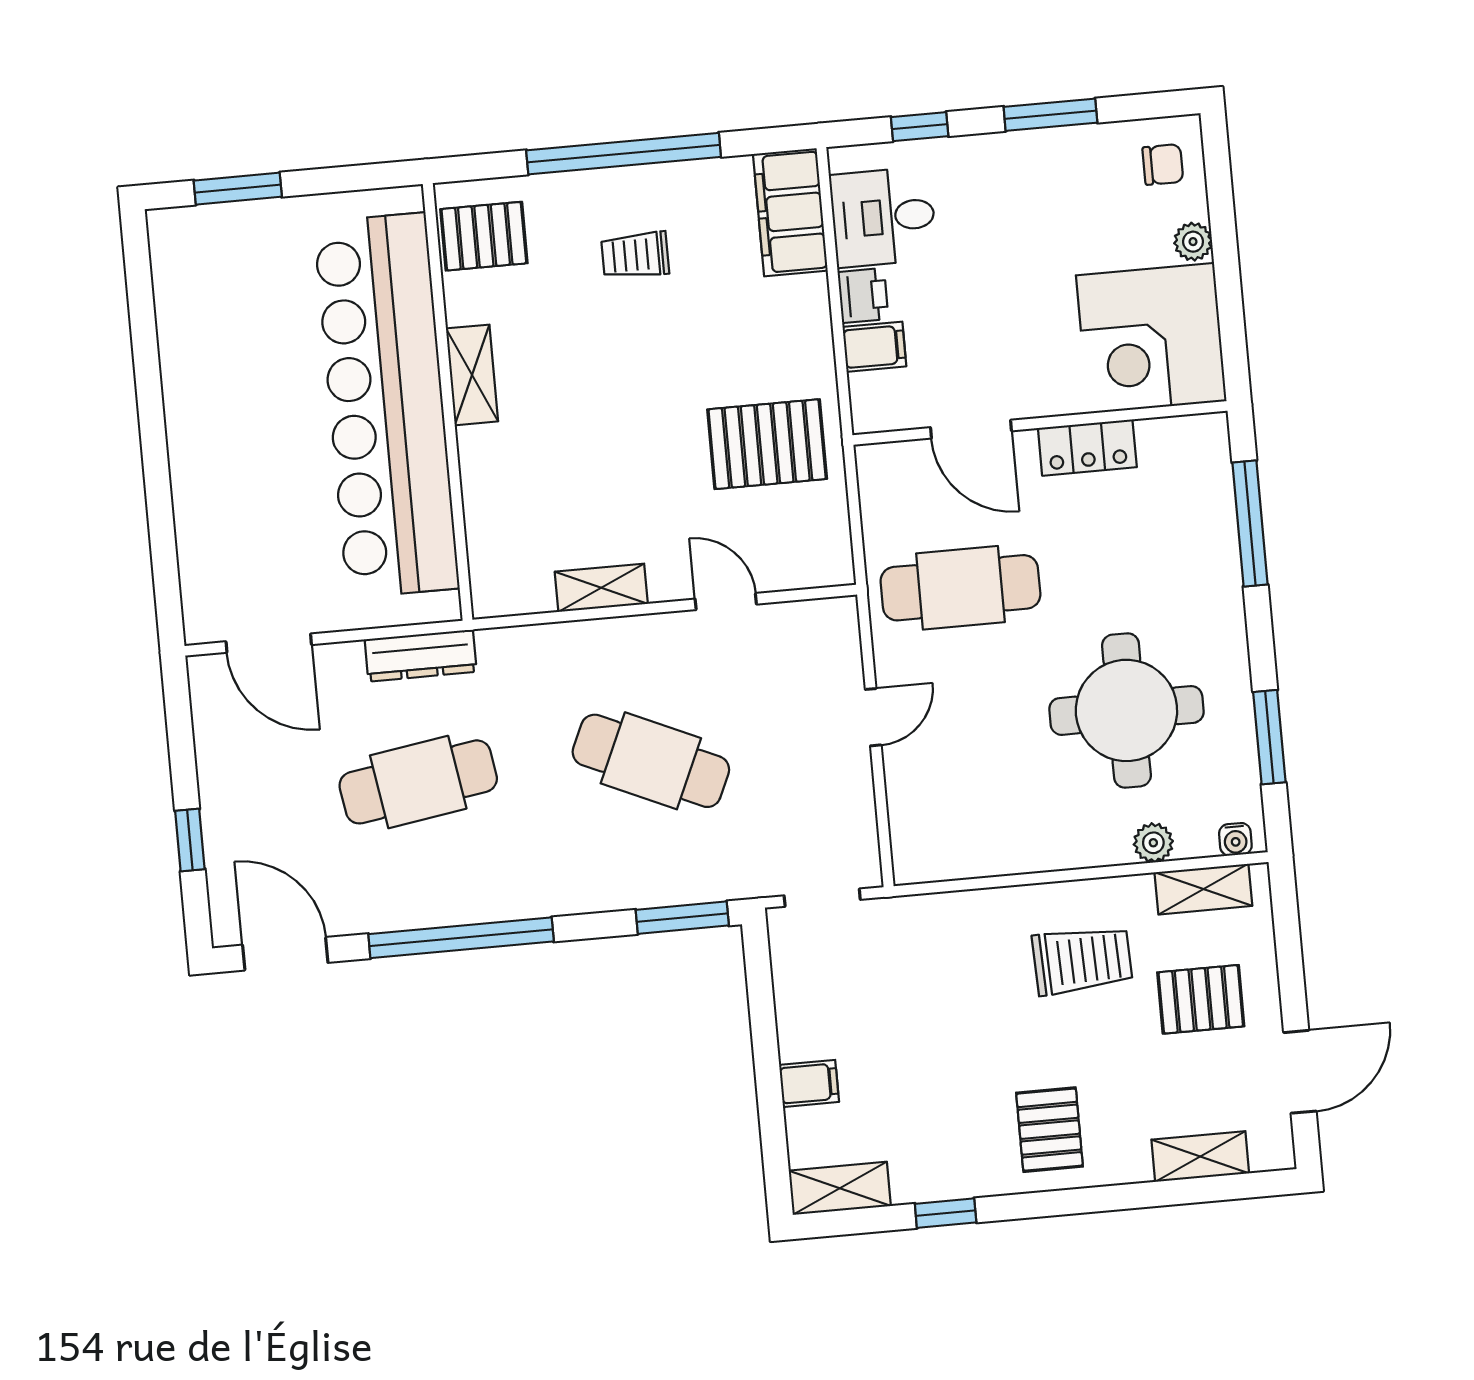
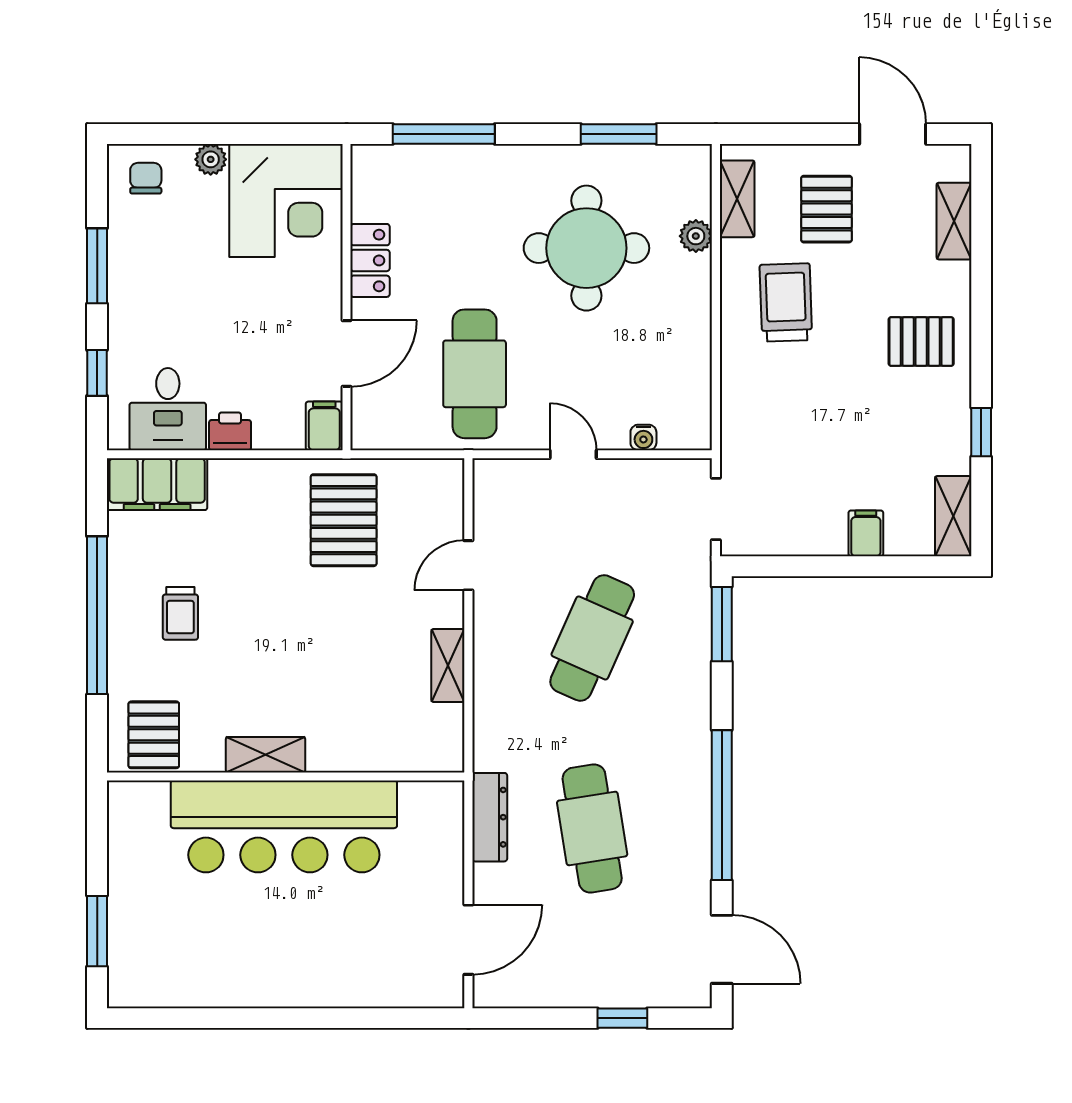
filing cabinet: (874, 347) -> (324, 426), moved
bar counter: (386, 405) -> (284, 826), width x0.73
water cooler: (1235, 839) -> (643, 437), moved, turned 90
door: (285, 954) -> (722, 949), swing flipped

